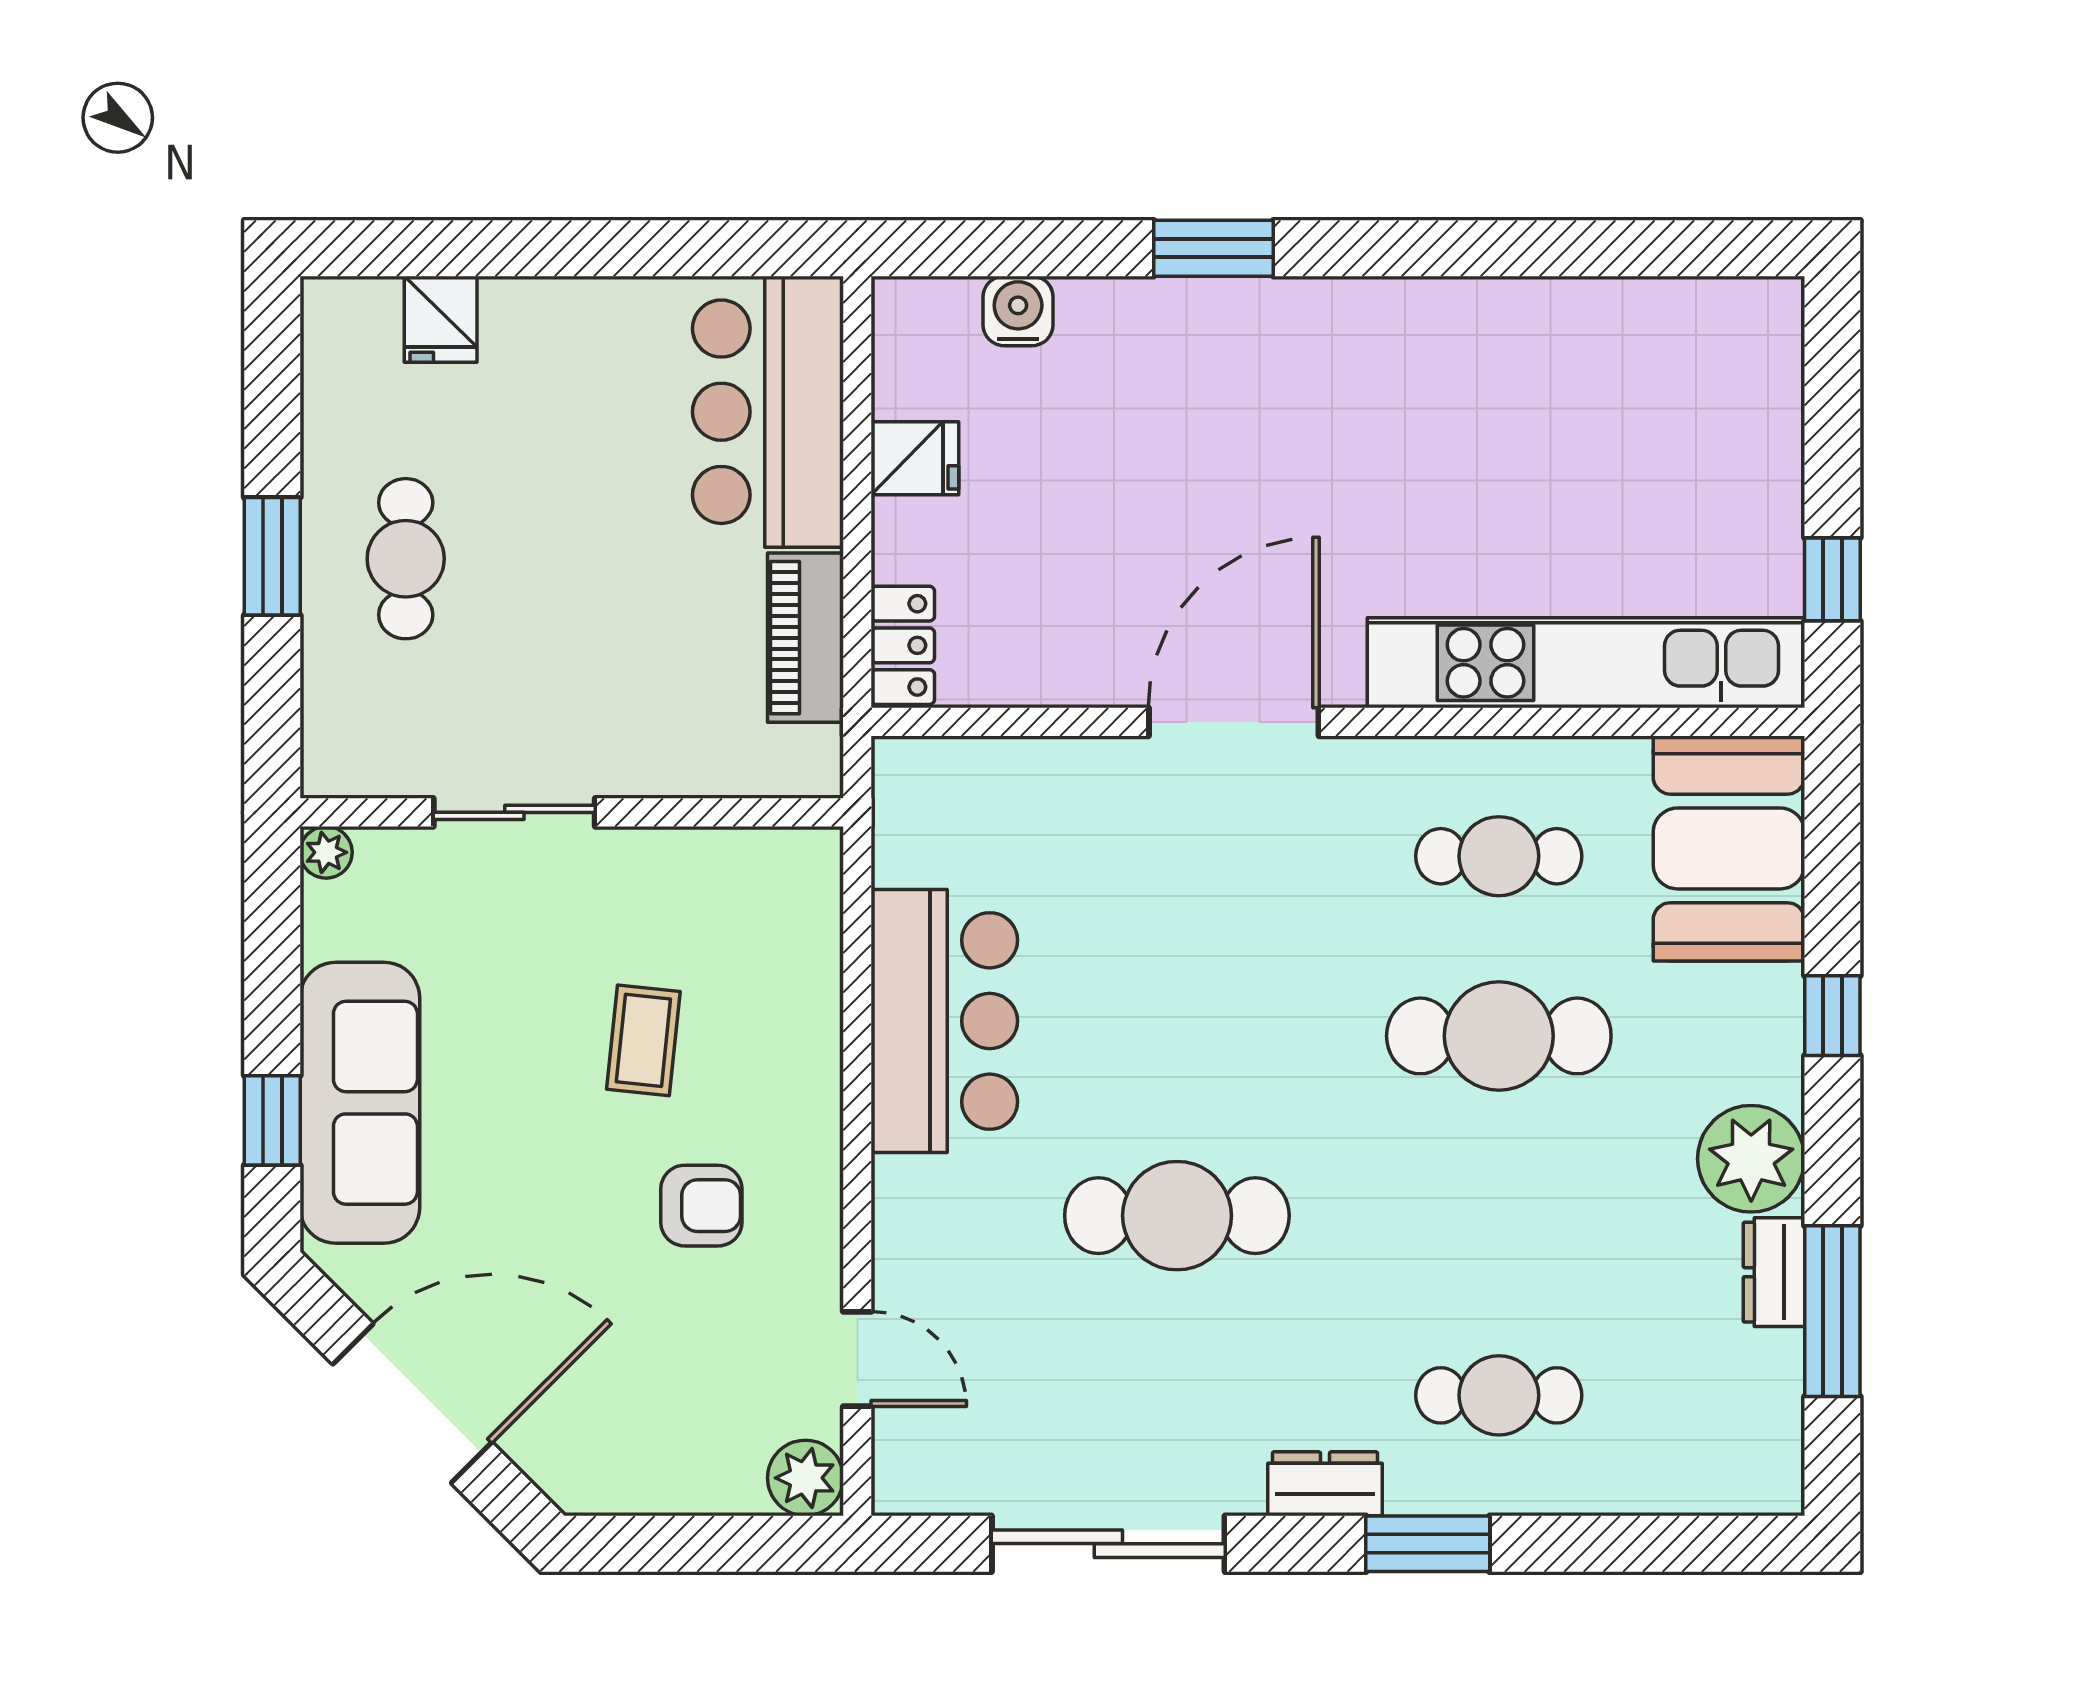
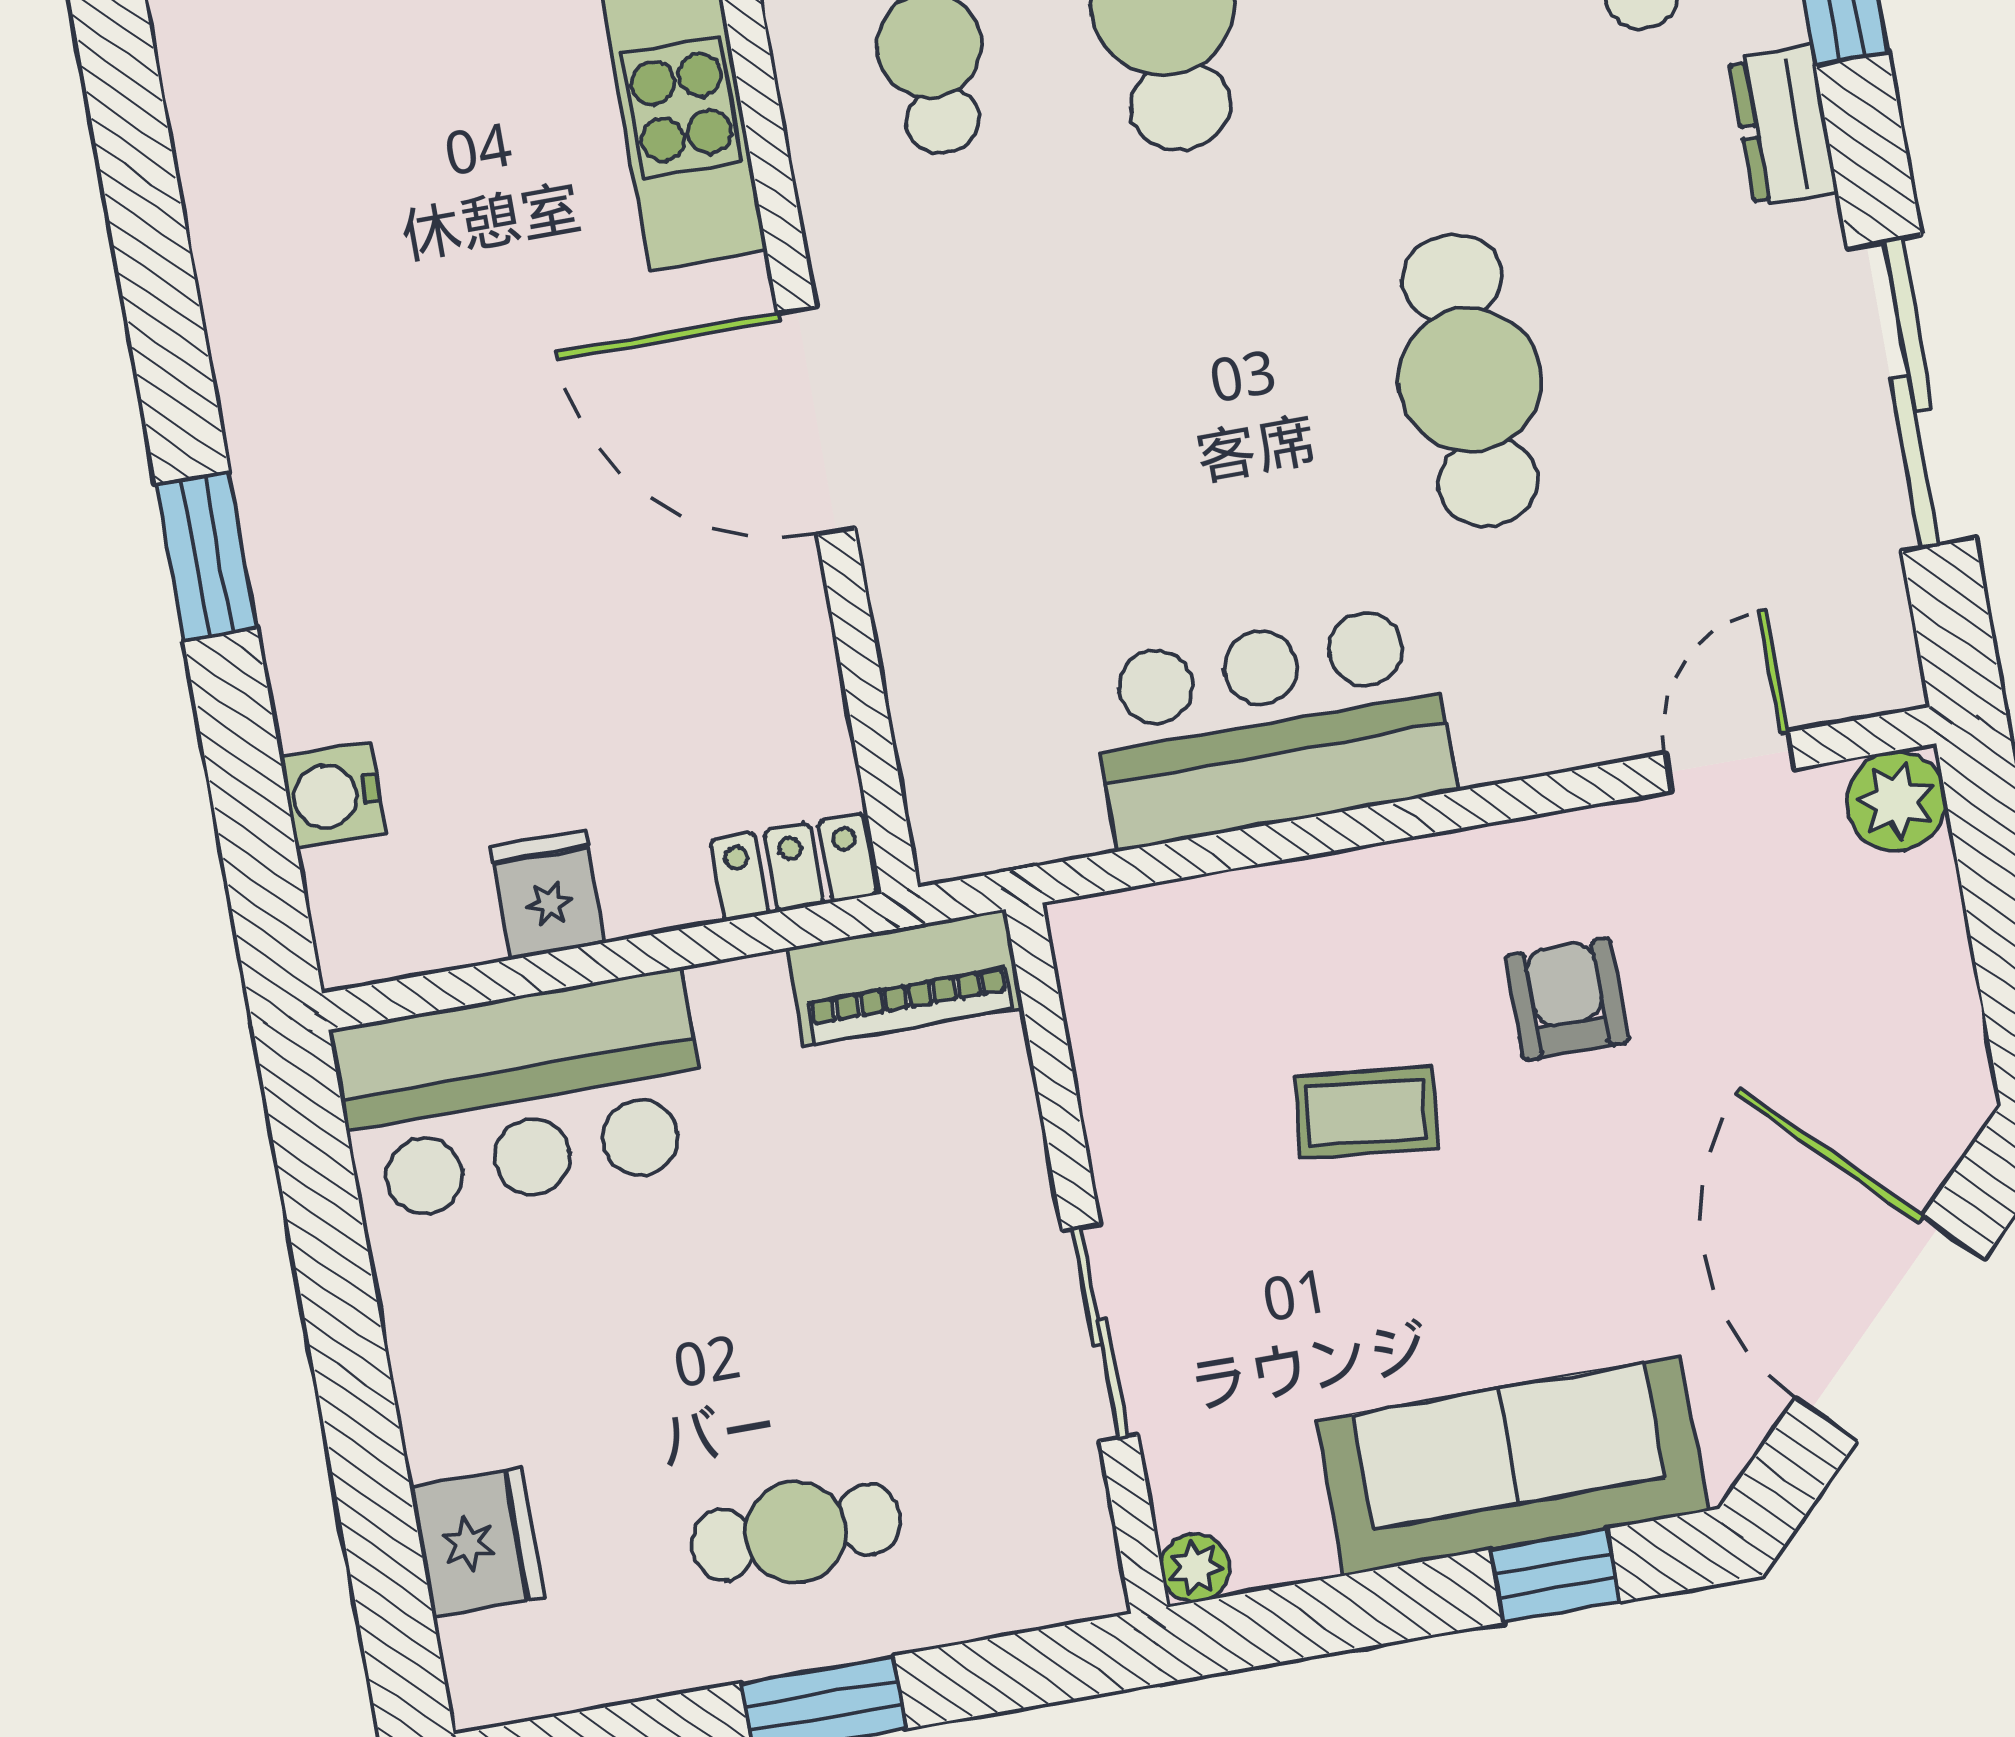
fridge: (441, 319) -> (477, 1542), width x1.38
piano: (805, 638) -> (905, 978), moved

